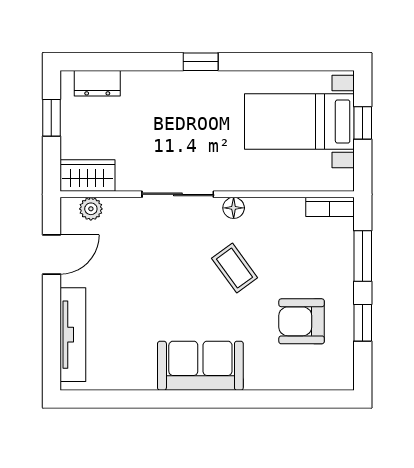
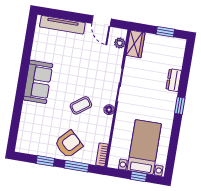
dresser: (97, 83) -> (174, 80), moved
armchair: (302, 321) -> (69, 144), moved, turned 44

